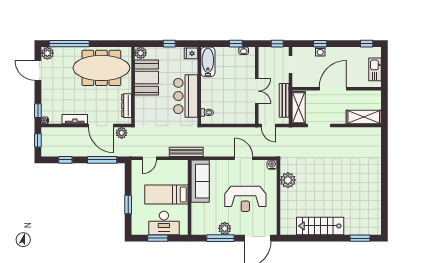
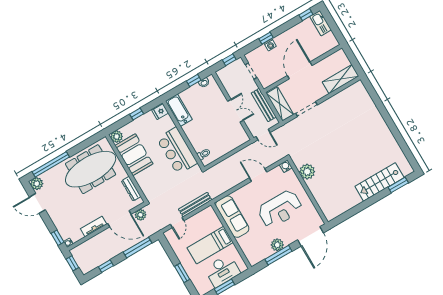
kitchen sink: (375, 69) -> (321, 23), moved
bench: (186, 152) -> (195, 205), moved
stairs: (320, 226) -> (379, 182), moved

